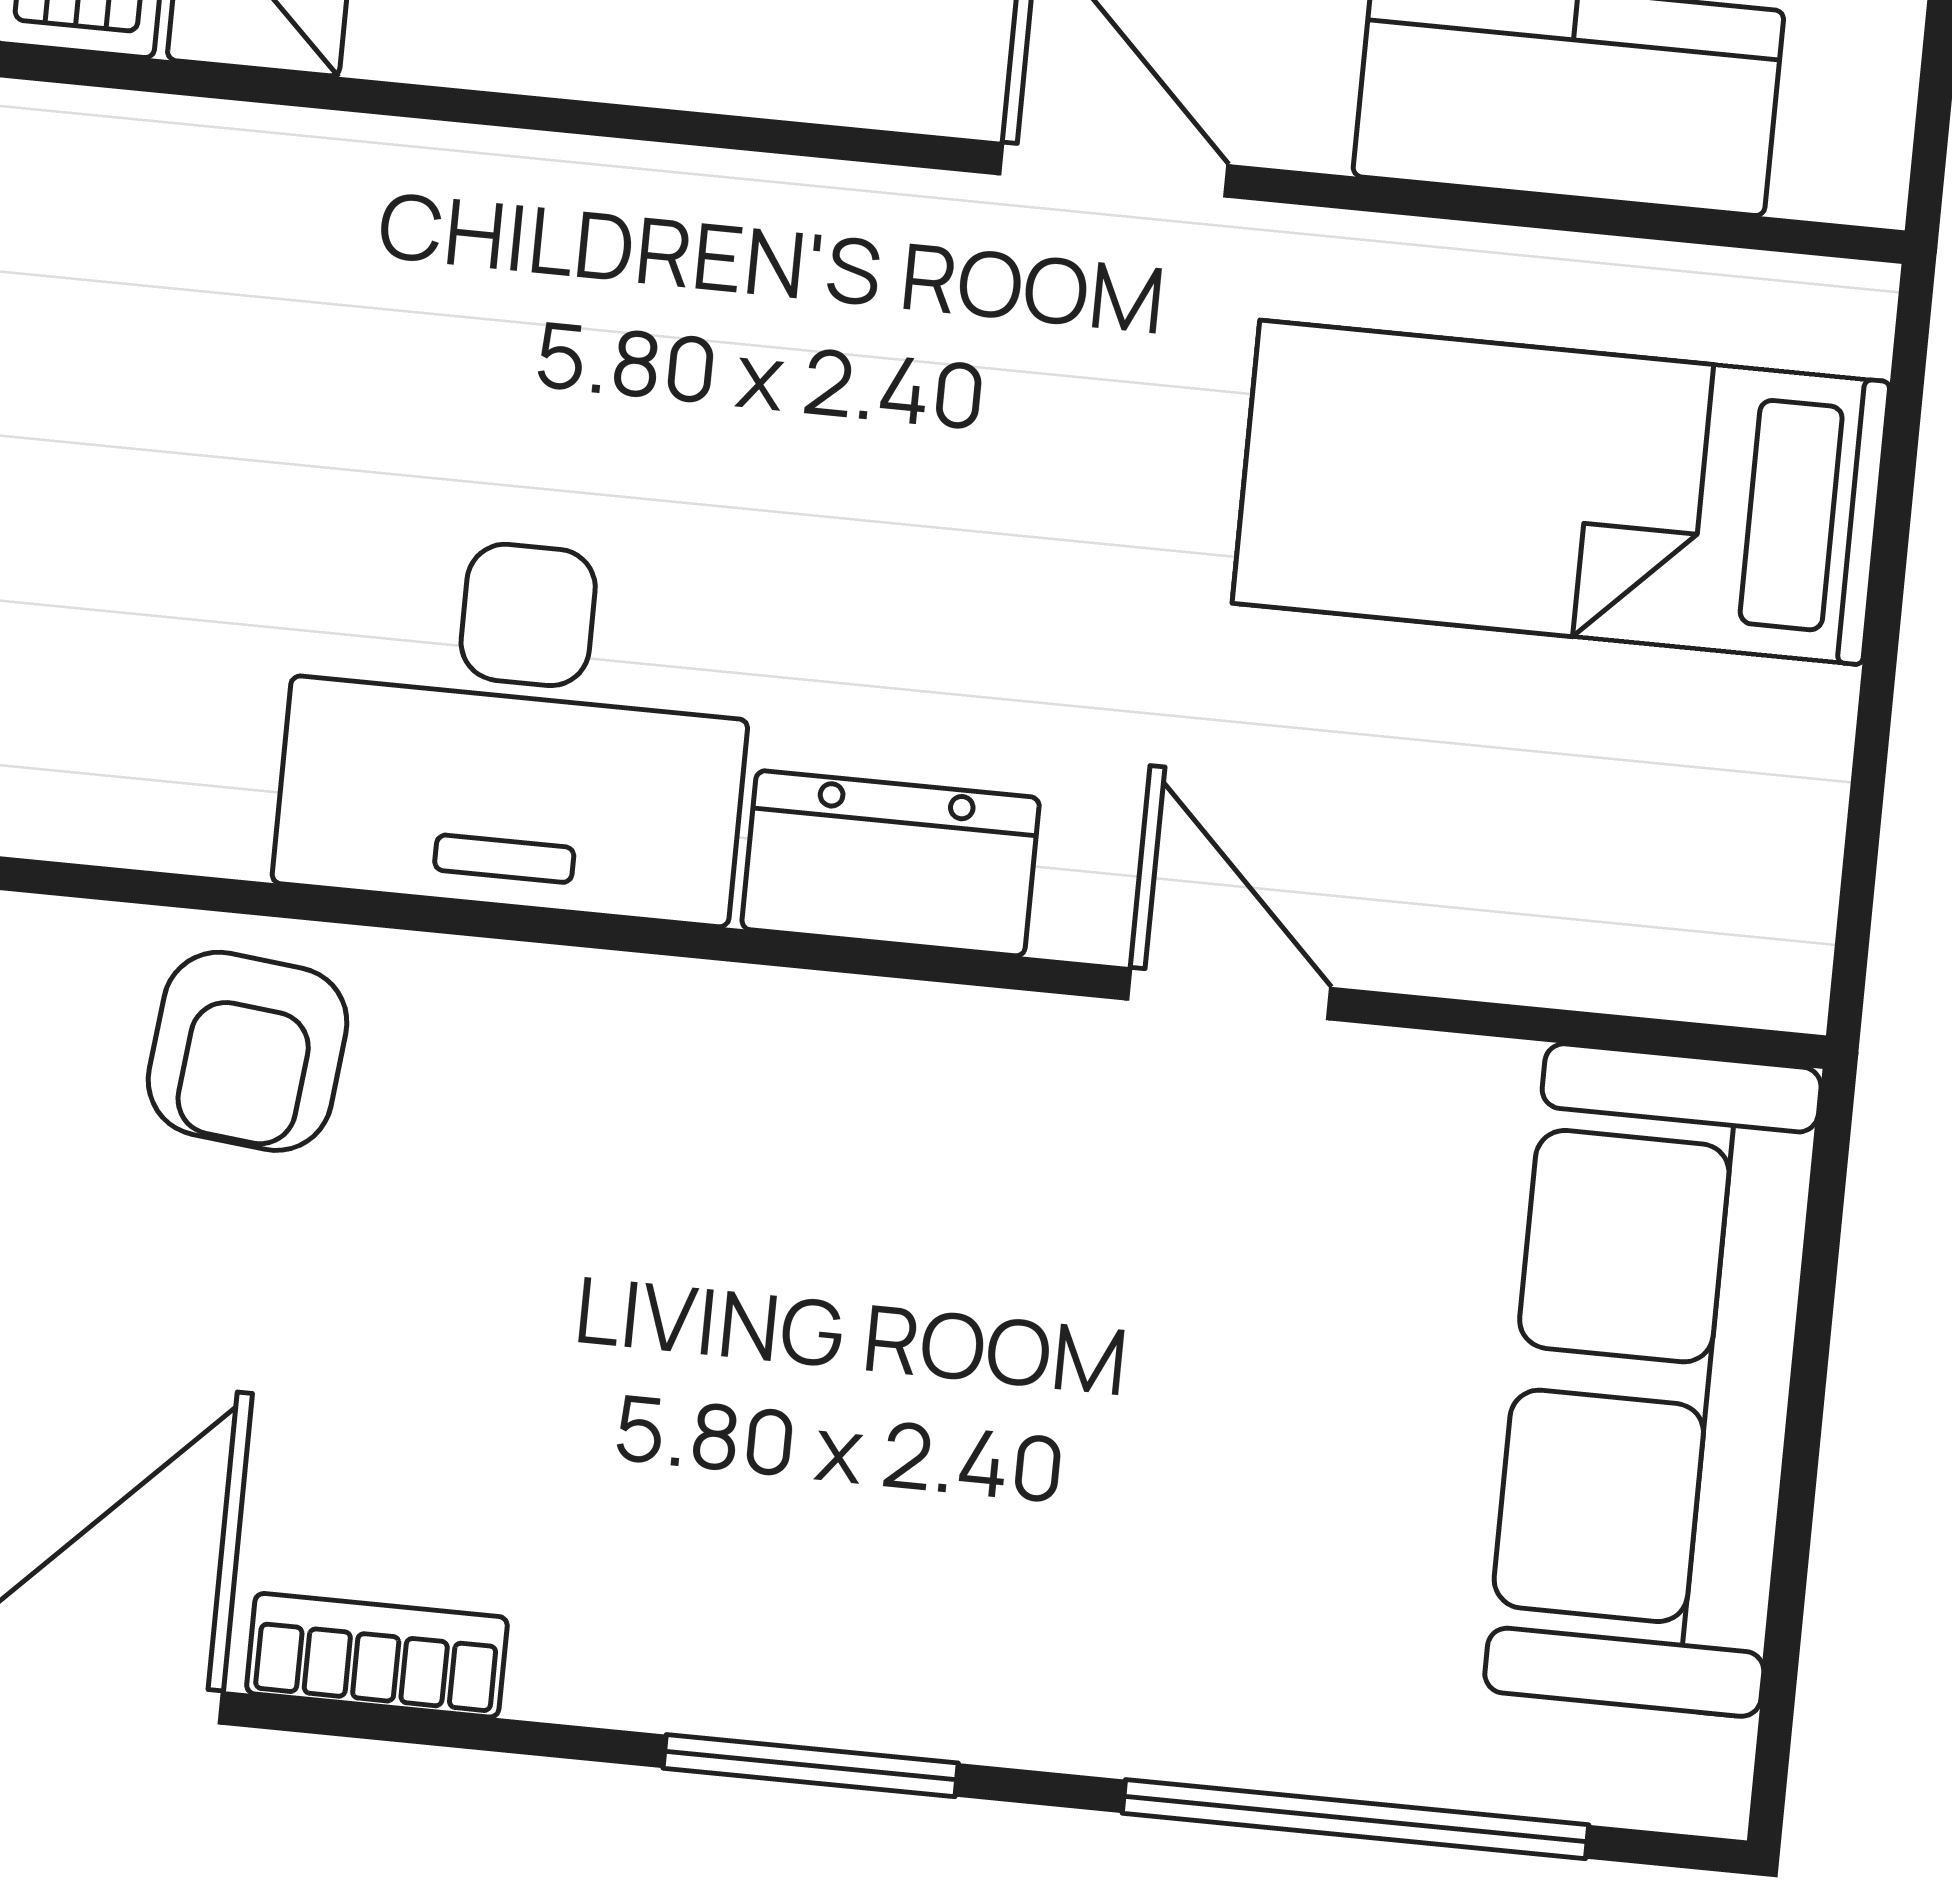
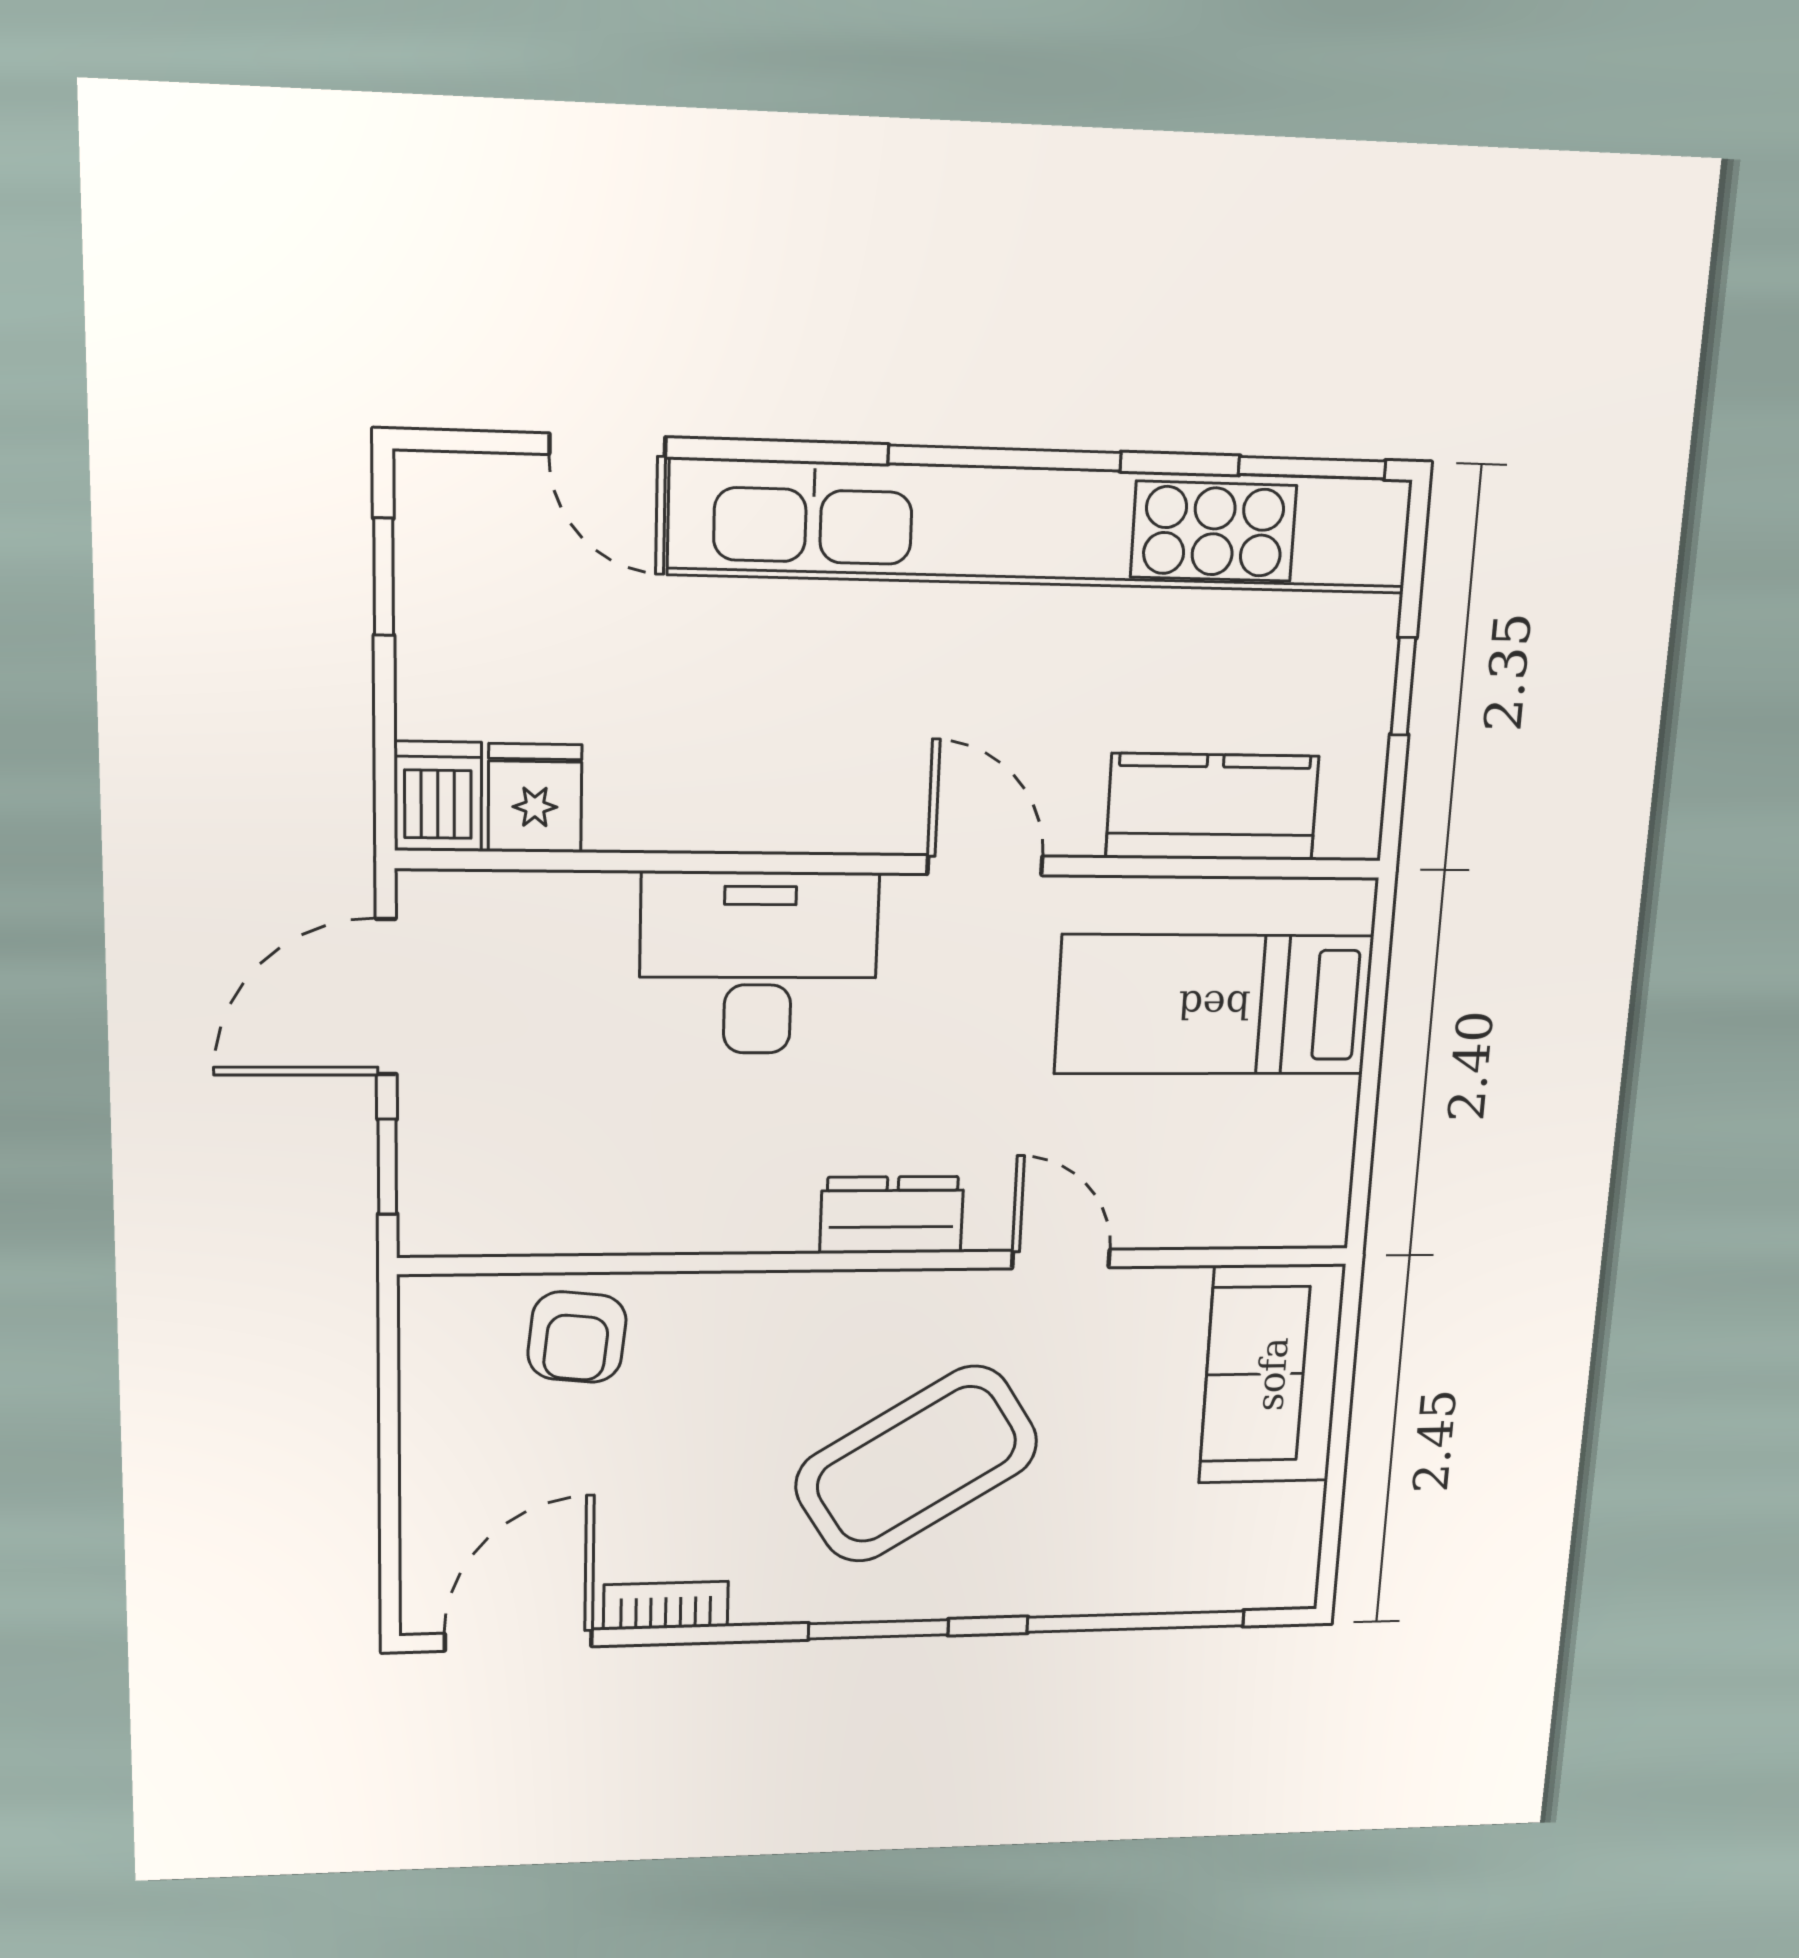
desk: (517, 726) -> (759, 963), moved, turned 180
sofa: (1653, 1380) -> (1272, 1374), width x0.73
coffee table: (911, 1405) -> (917, 1464), added

